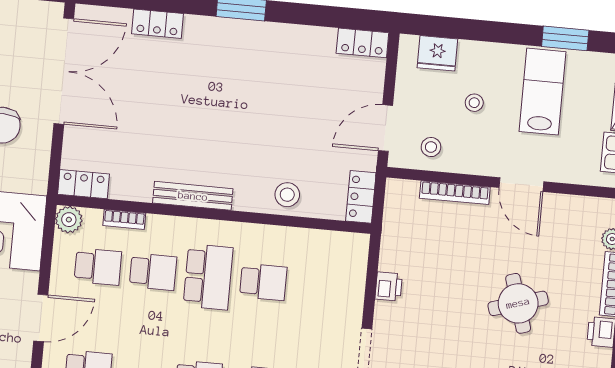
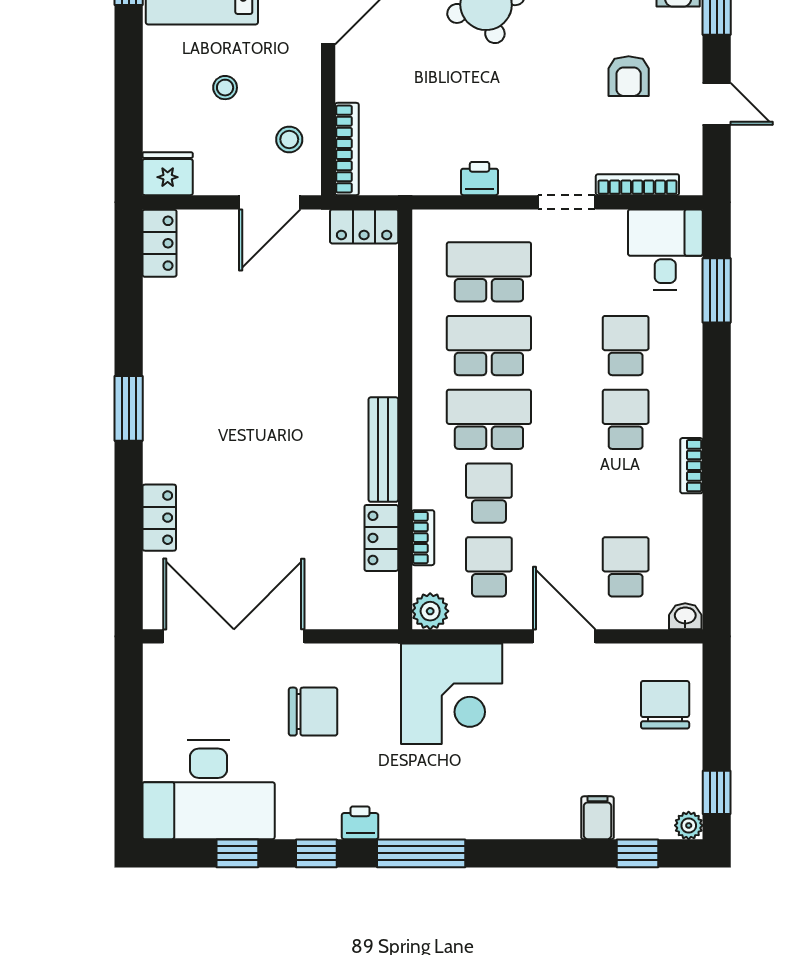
fridge: (437, 53) -> (168, 174), moved, turned -90
door: (385, 128) -> (270, 202), hinge flipped
locker: (83, 184) -> (381, 538), moved
bookcase: (455, 193) -> (347, 149), moved
stool: (287, 195) -> (370, 324), removed
school desk: (263, 282) -> (489, 346), width x1.85
school desk: (318, 287) -> (489, 272), added

